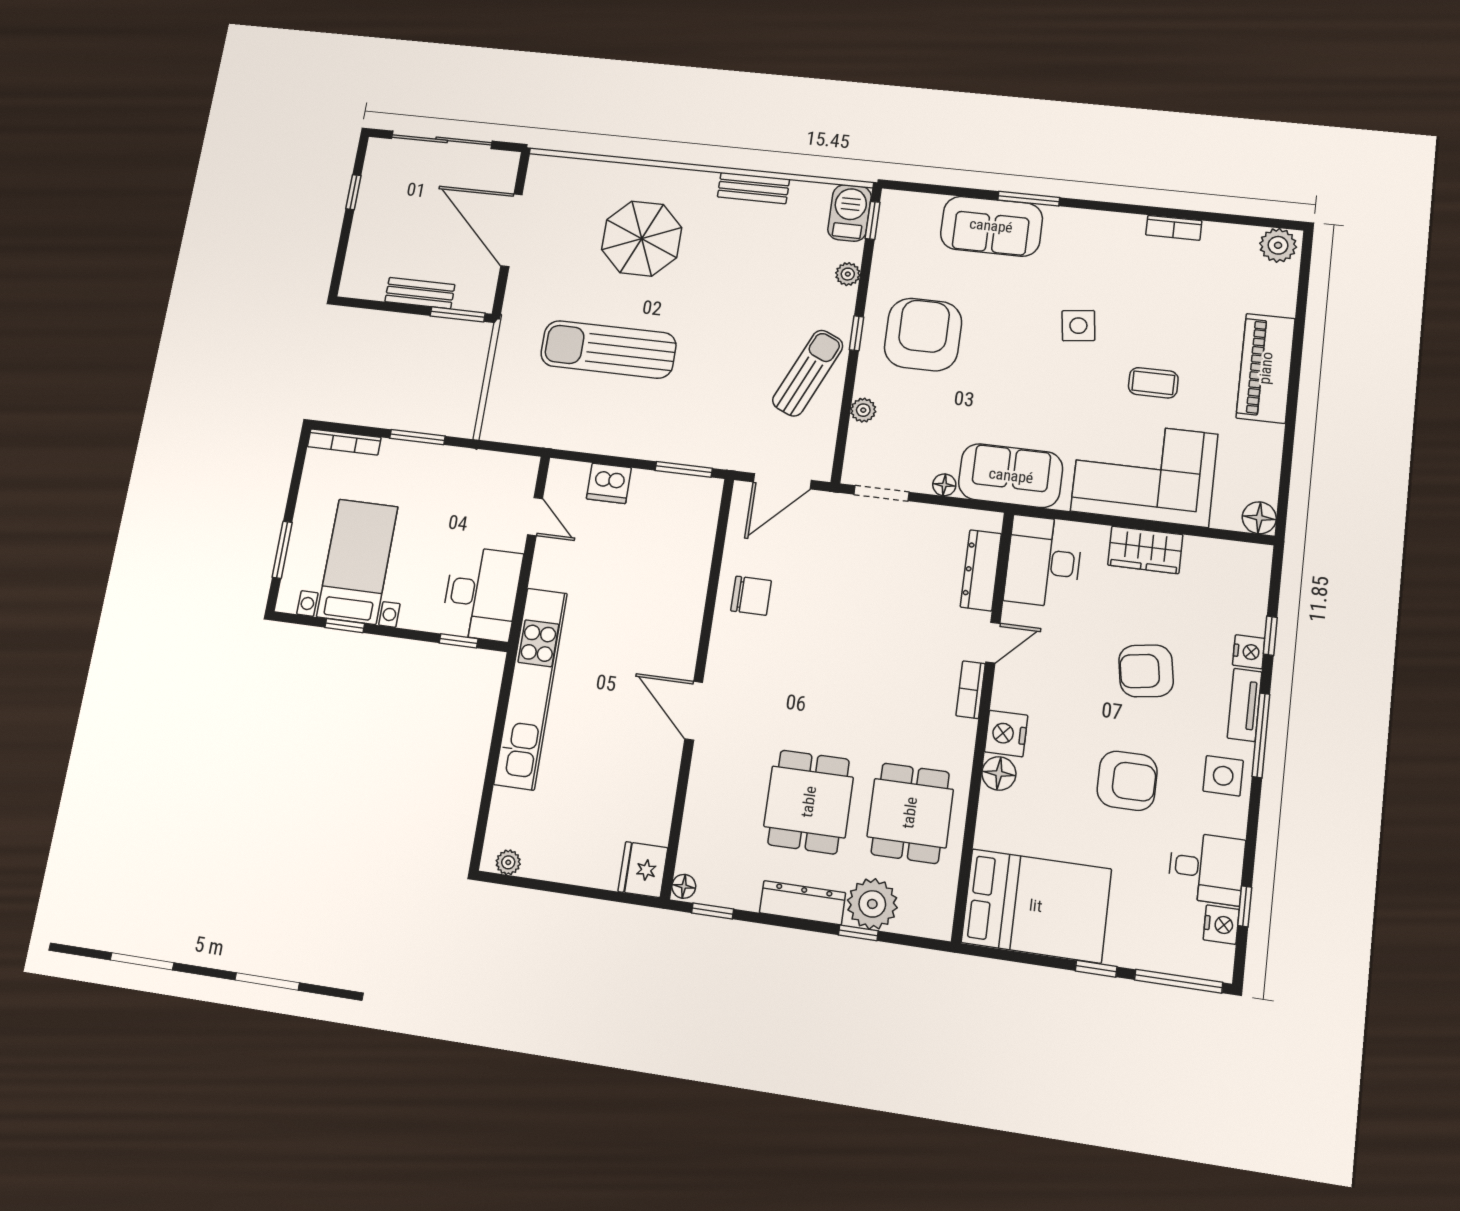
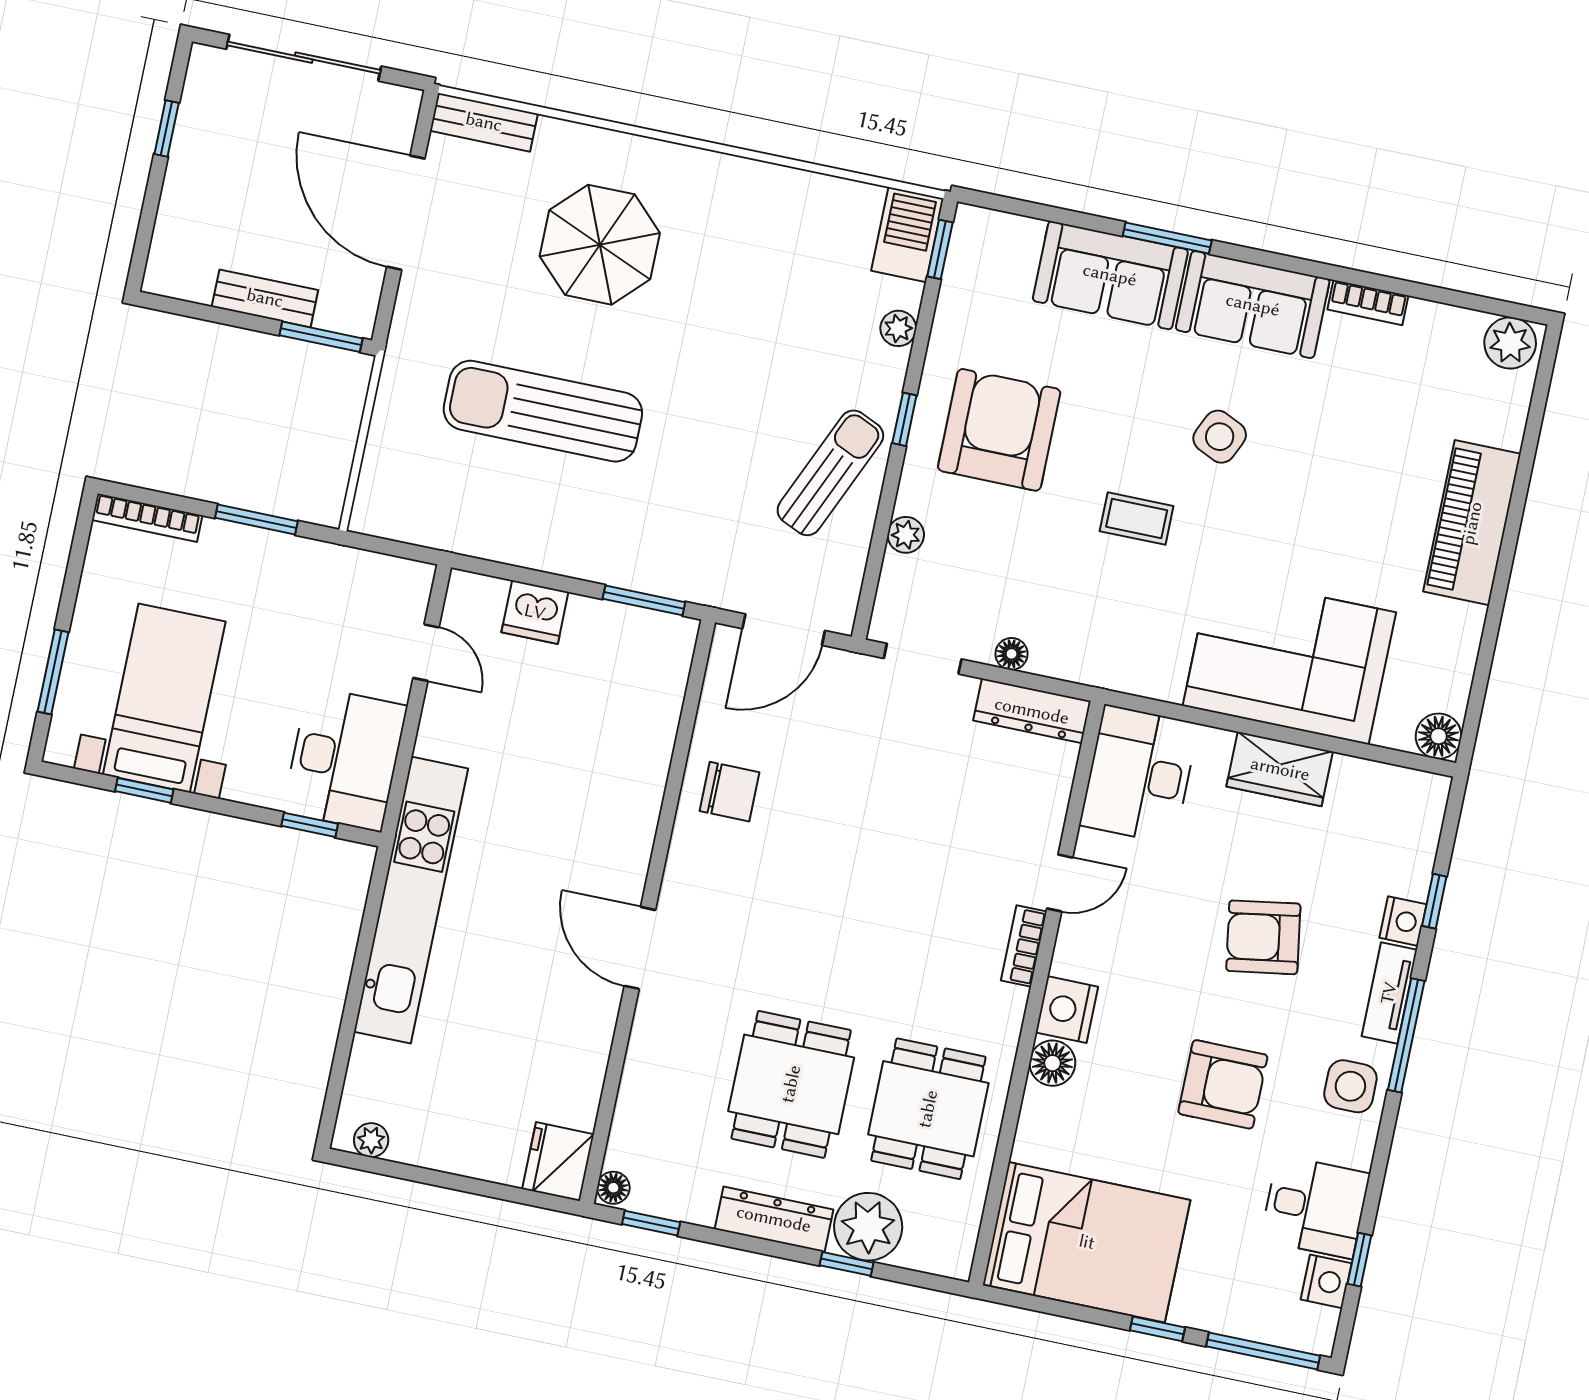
bench: (753, 188) -> (484, 122), moved
side table: (1078, 326) -> (1220, 437), turned 32
coffee table: (1153, 383) -> (1137, 519), moved
sofa: (1011, 476) -> (1253, 305), moved, turned 180
dresser: (981, 570) -> (1032, 711), moved, turned -90

